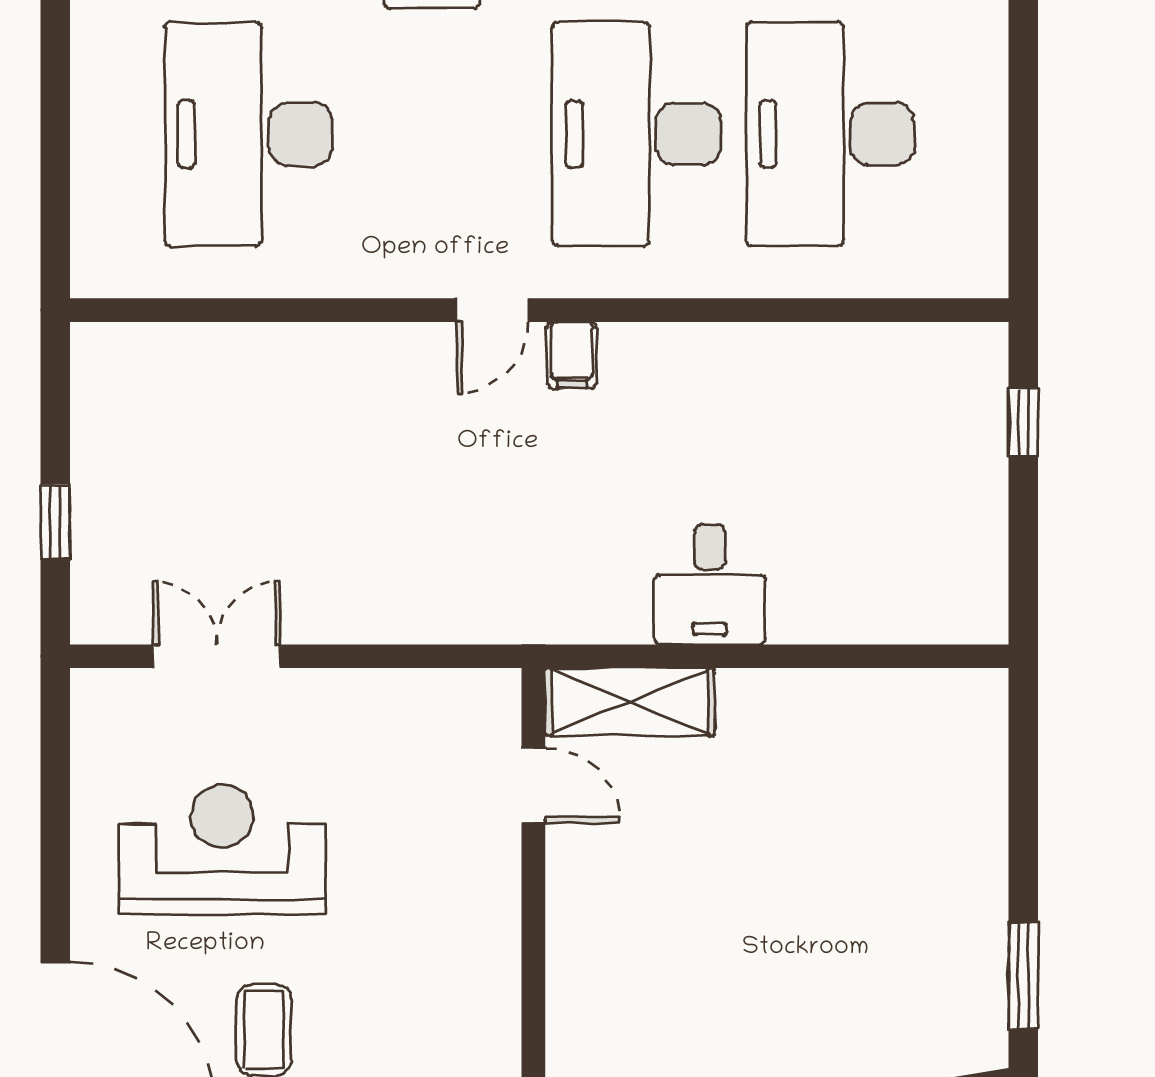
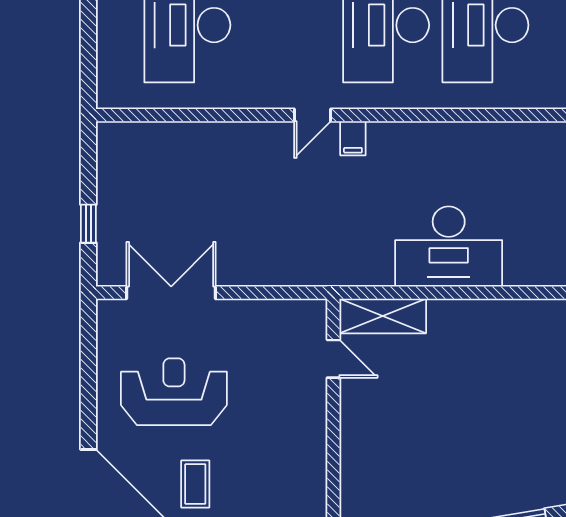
desk: (710, 584) -> (449, 246), width x1.87, depth x1.30
double door: (217, 656) -> (171, 293), width x1.37

